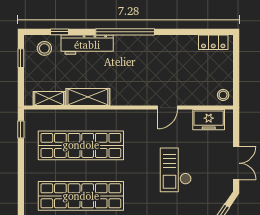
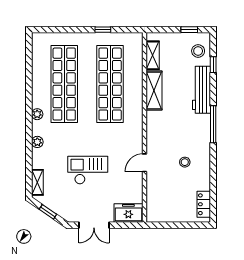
window: (125, 32) -> (213, 124), width x0.68
stool: (223, 95) -> (185, 162), moved
door: (167, 108) -> (144, 163), hinge flipped
freezer: (209, 120) -> (128, 213), moved, turned 90
window: (21, 129) -> (103, 30), moved

